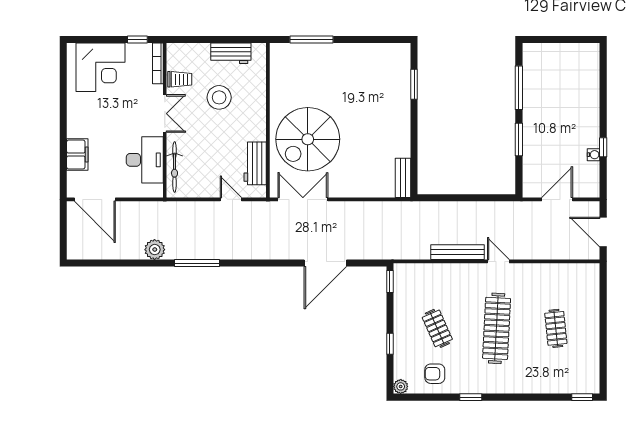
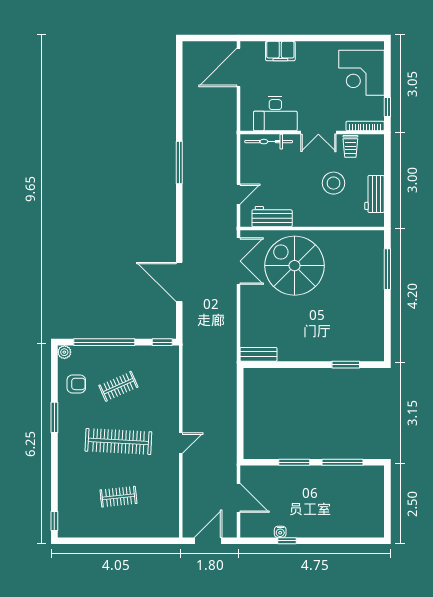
plant: (155, 250) -> (192, 123), removed
bench: (457, 252) -> (189, 405), removed
window: (390, 344) -> (104, 342), width x3.17
armchair: (435, 374) -> (76, 384), turned 90
window: (471, 397) -> (54, 417), width x1.50

